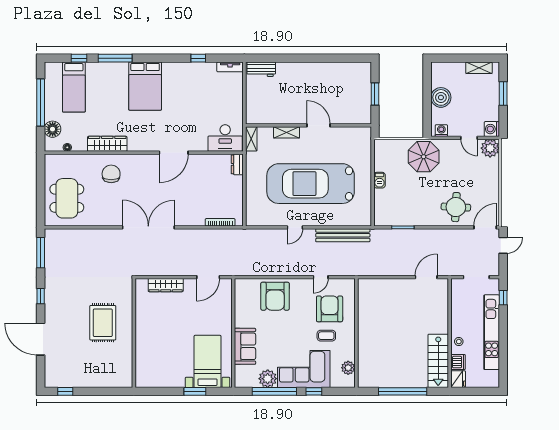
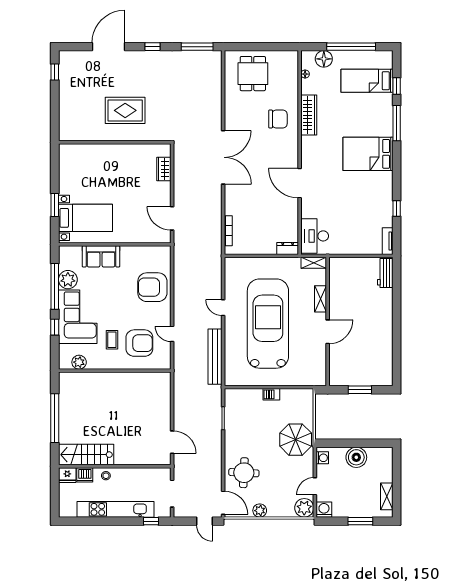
plant: (493, 192) -> (260, 511), added
dining table: (67, 198) -> (253, 74), width x0.73
wardrobe: (166, 285) -> (164, 169), width x0.67

